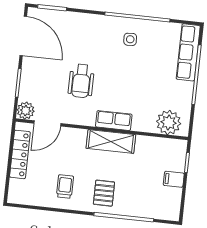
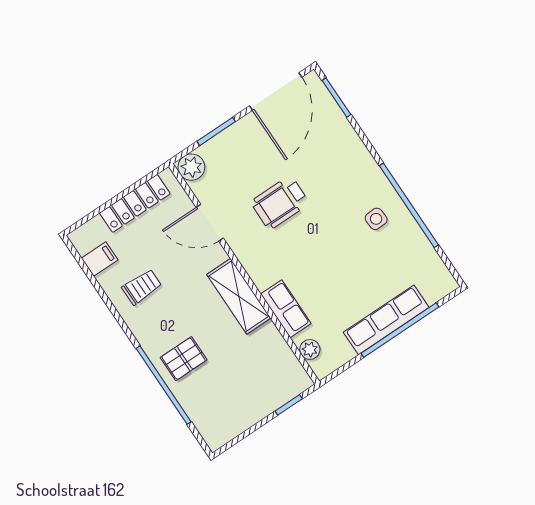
row of seats: (188, 52) -> (386, 320), moved
row of seats: (114, 121) -> (286, 309), moved
door: (47, 123) -> (210, 223), moved
plant: (169, 123) -> (310, 349), width x0.53, depth x0.53
filing cabinet: (174, 179) -> (100, 259), moved, turned 90
pallet: (104, 193) -> (184, 359), moved

